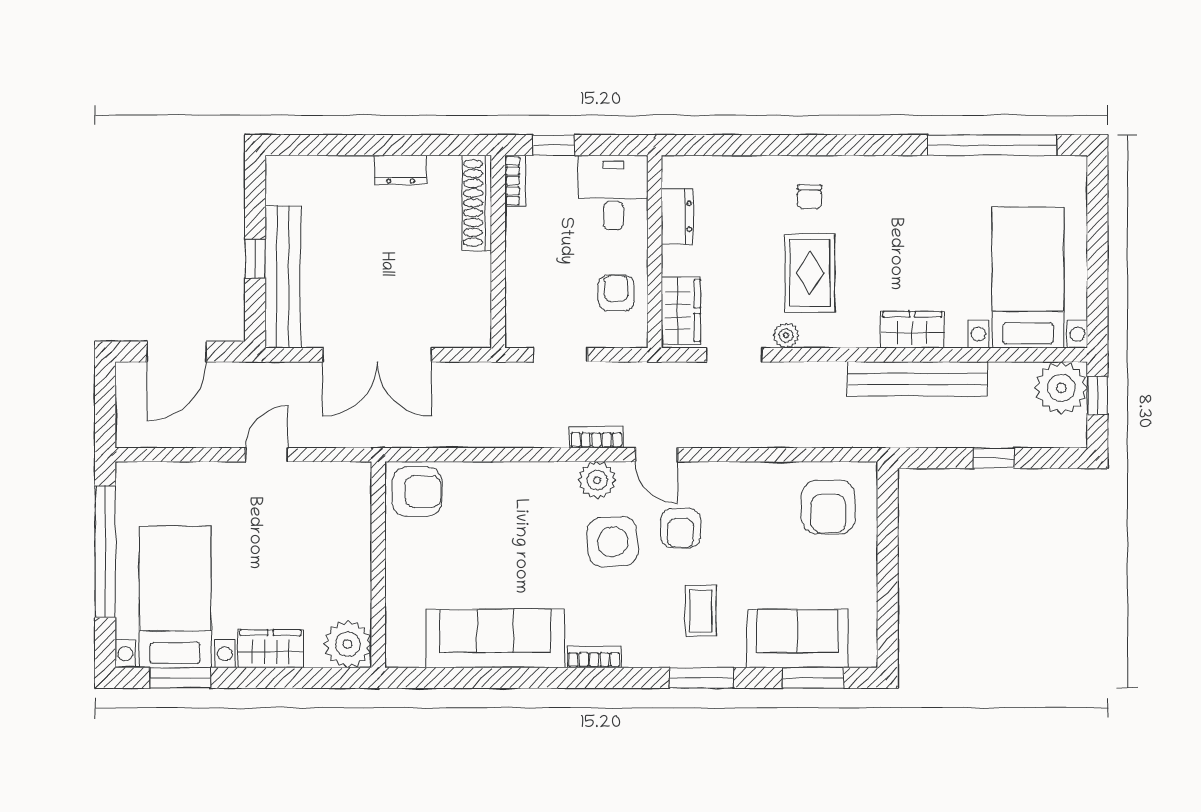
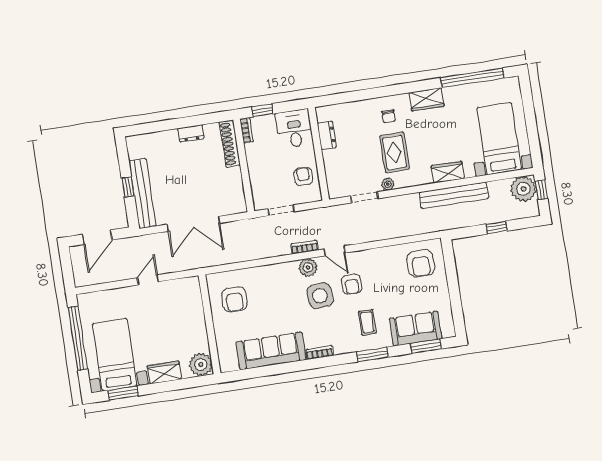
wardrobe: (681, 311) -> (426, 99), moved, turned 90
armchair: (417, 492) -> (234, 299), moved, turned 90

